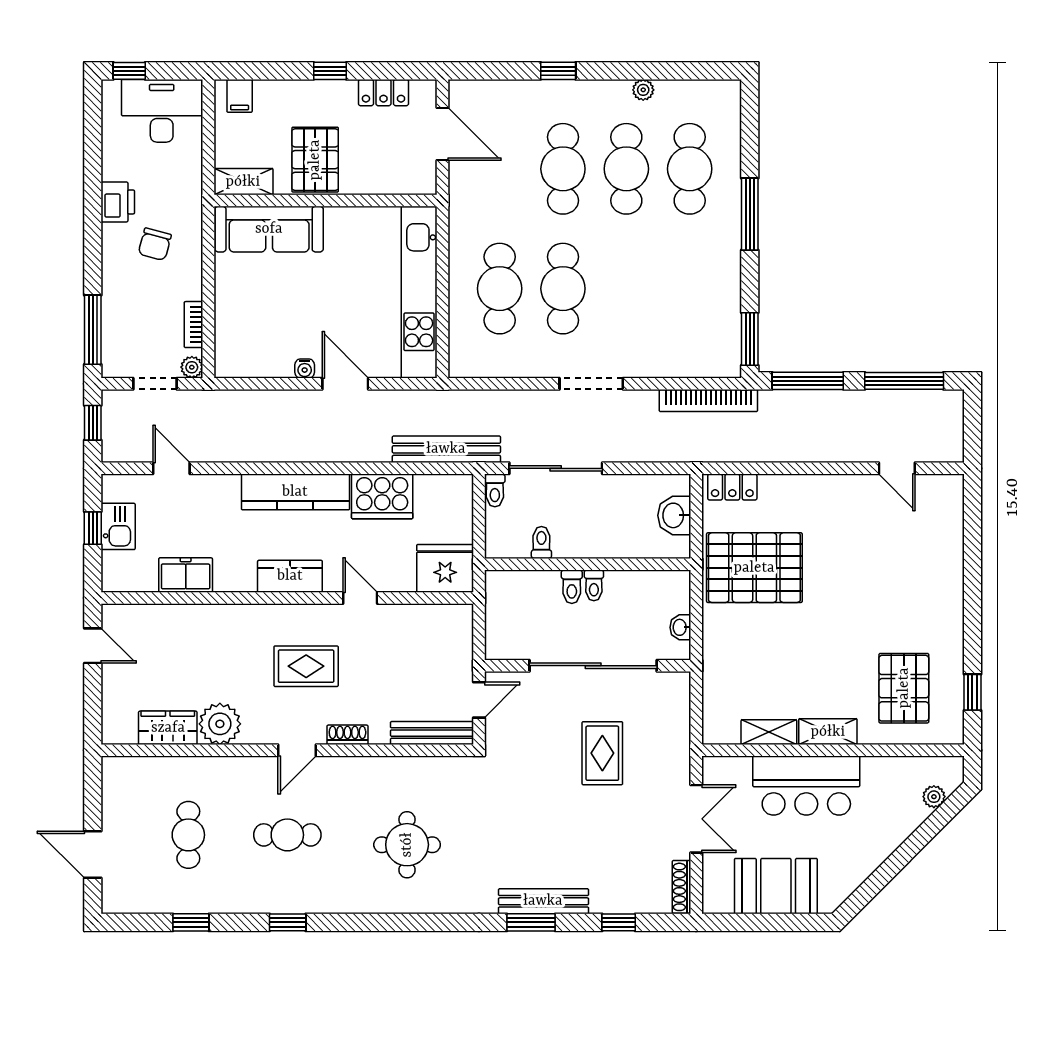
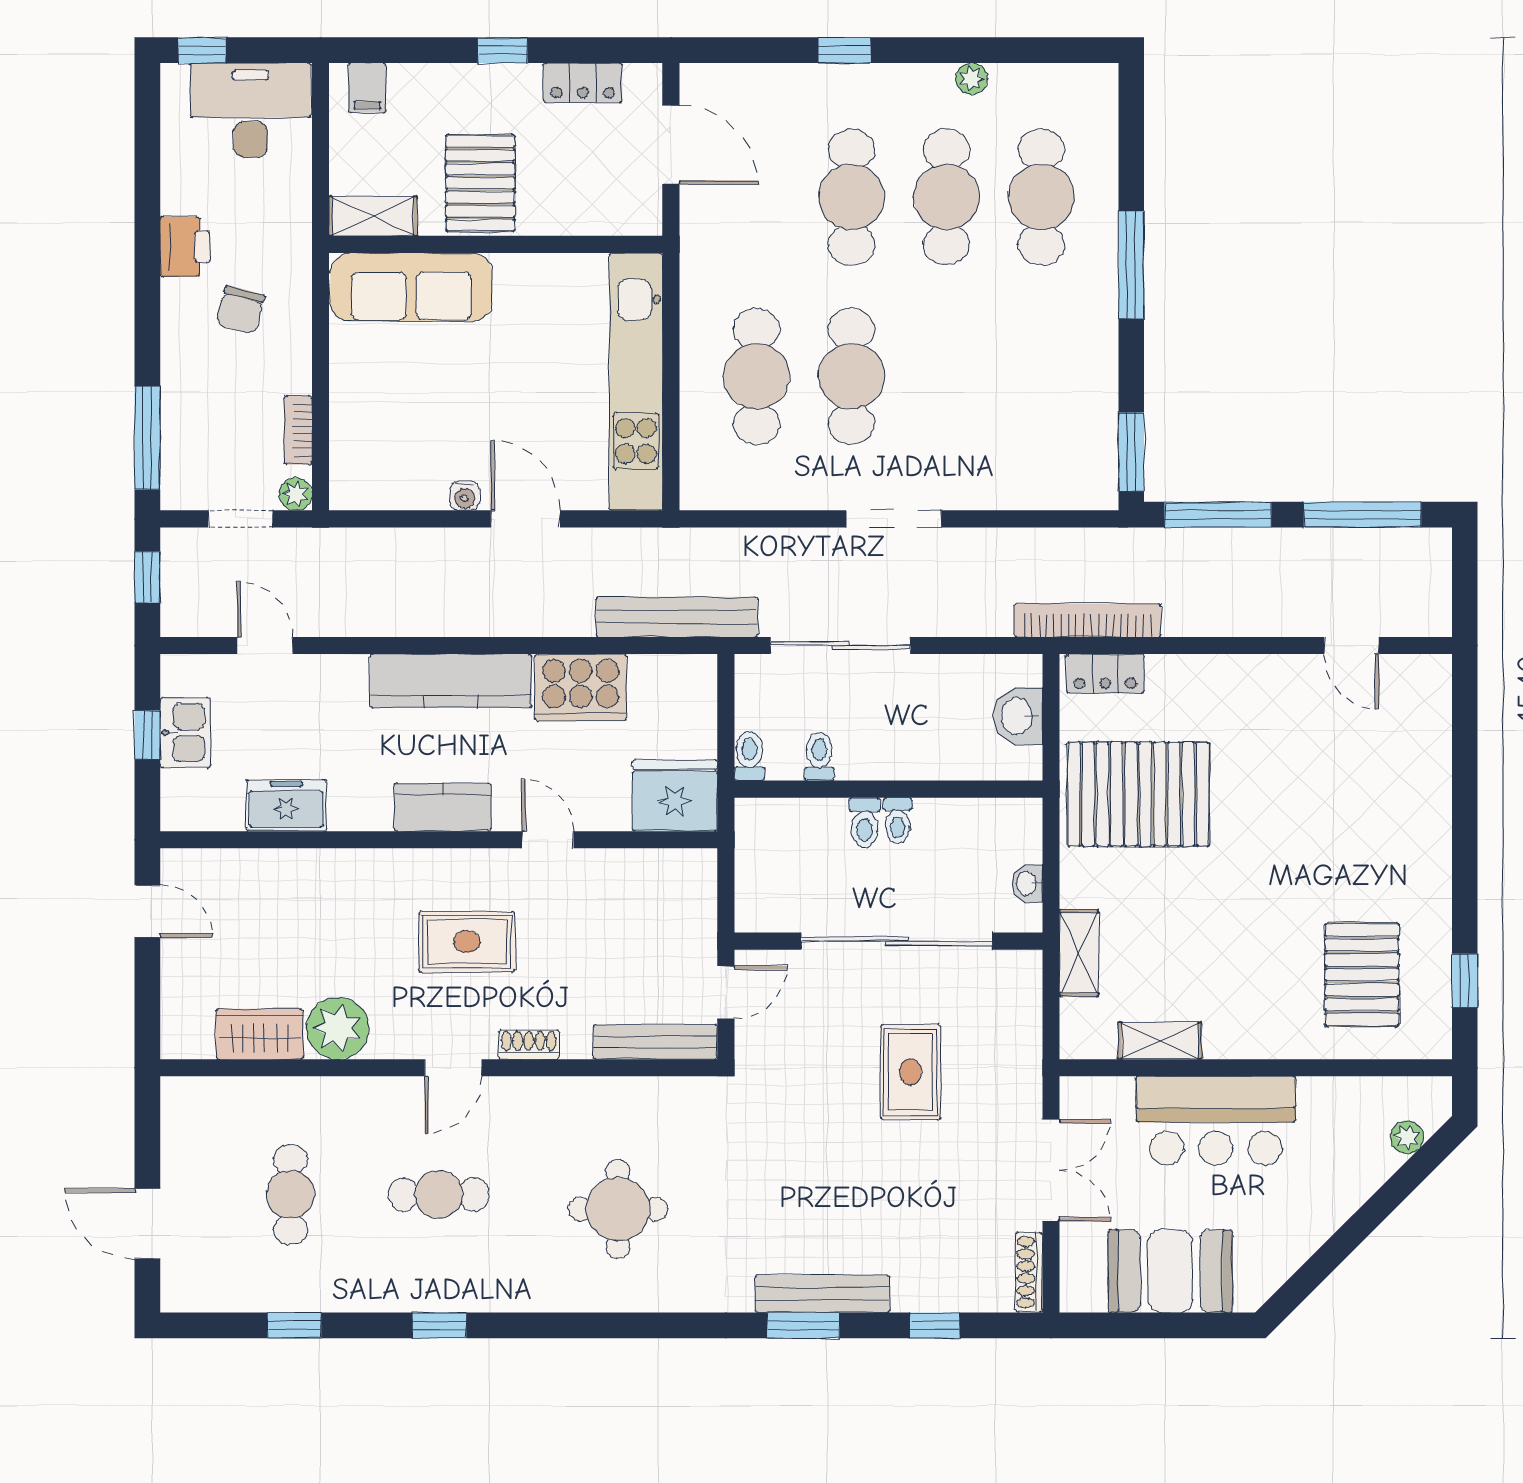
bookcase: (708, 401) -> (1088, 620), moved, turned 180
toilet: (495, 490) -> (749, 756), moved, turned 180
shelving: (828, 732) -> (1079, 953), moved, turned 90

